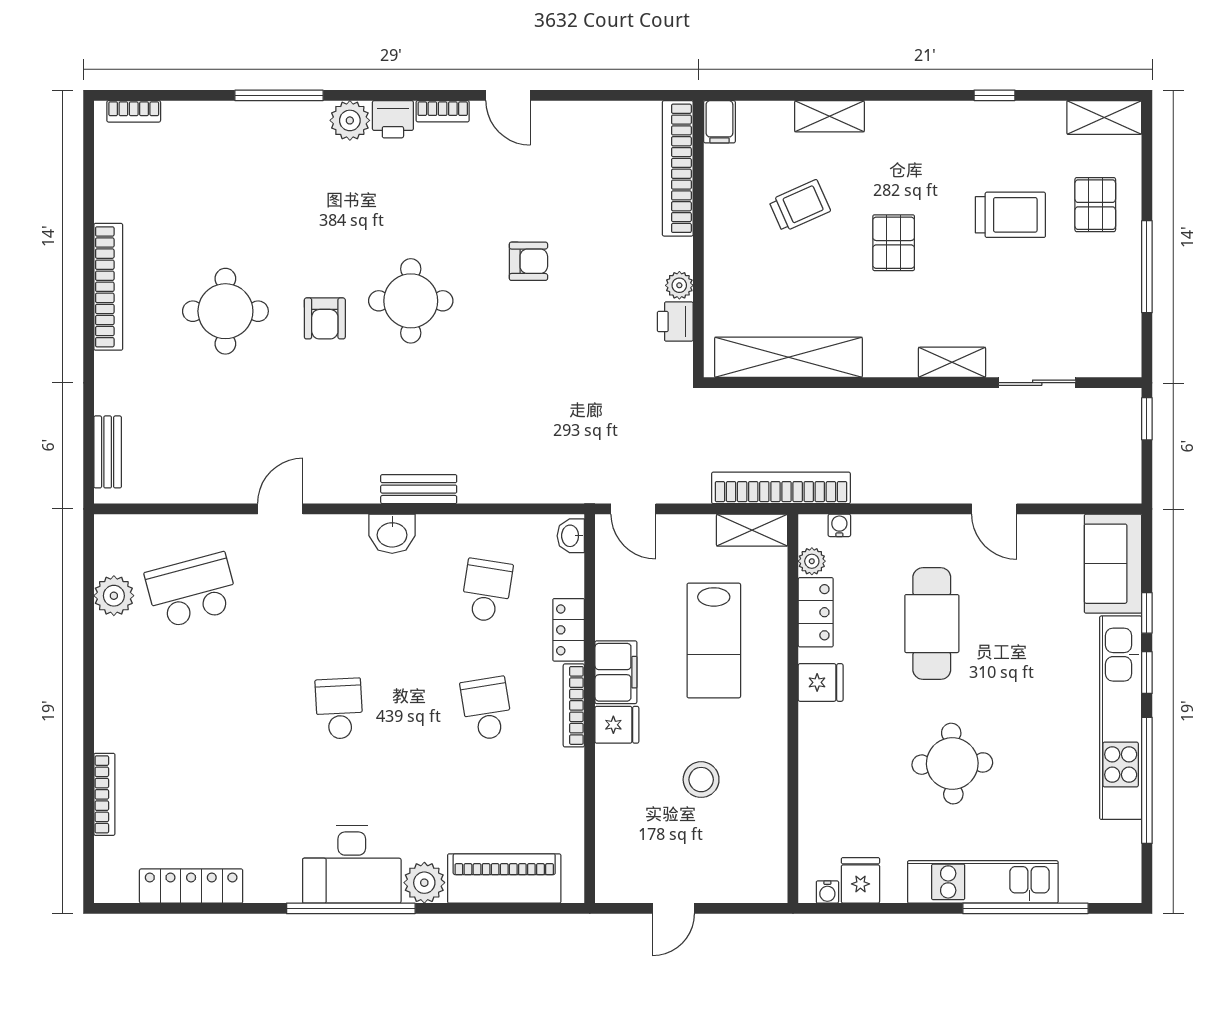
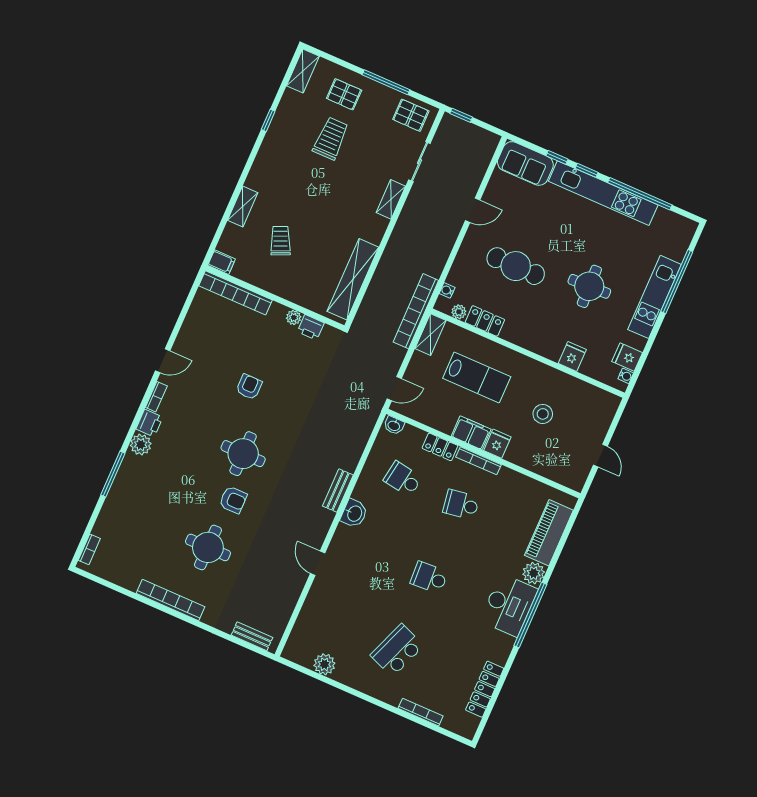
pallet: (894, 243) -> (411, 115), moved
school desk: (192, 591) -> (397, 650), moved, turned 36
fridge: (821, 682) -> (572, 356), moved

